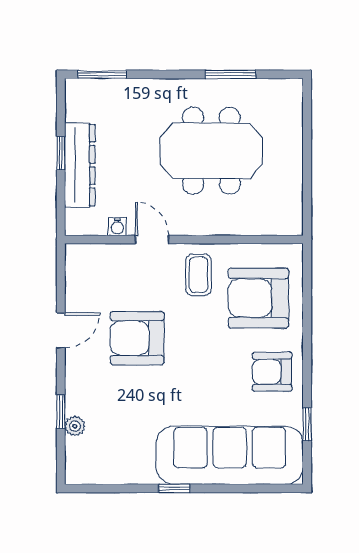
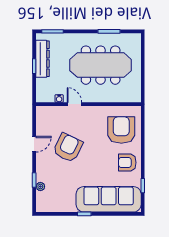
meeting table: (211, 151) -> (101, 65), width x1.36
dresser: (80, 165) -> (43, 59), moved
coffee table: (199, 275) -> (95, 120), removed
armchair: (258, 298) -> (121, 130), turned 90
armchair: (137, 338) -> (68, 148), turned 116

